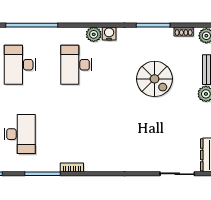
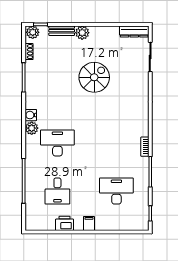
desk: (20, 65) -> (57, 191), width x0.73
desk: (76, 65) -> (57, 143), turned 180
spiral stairs: (155, 79) -> (94, 77), moved

